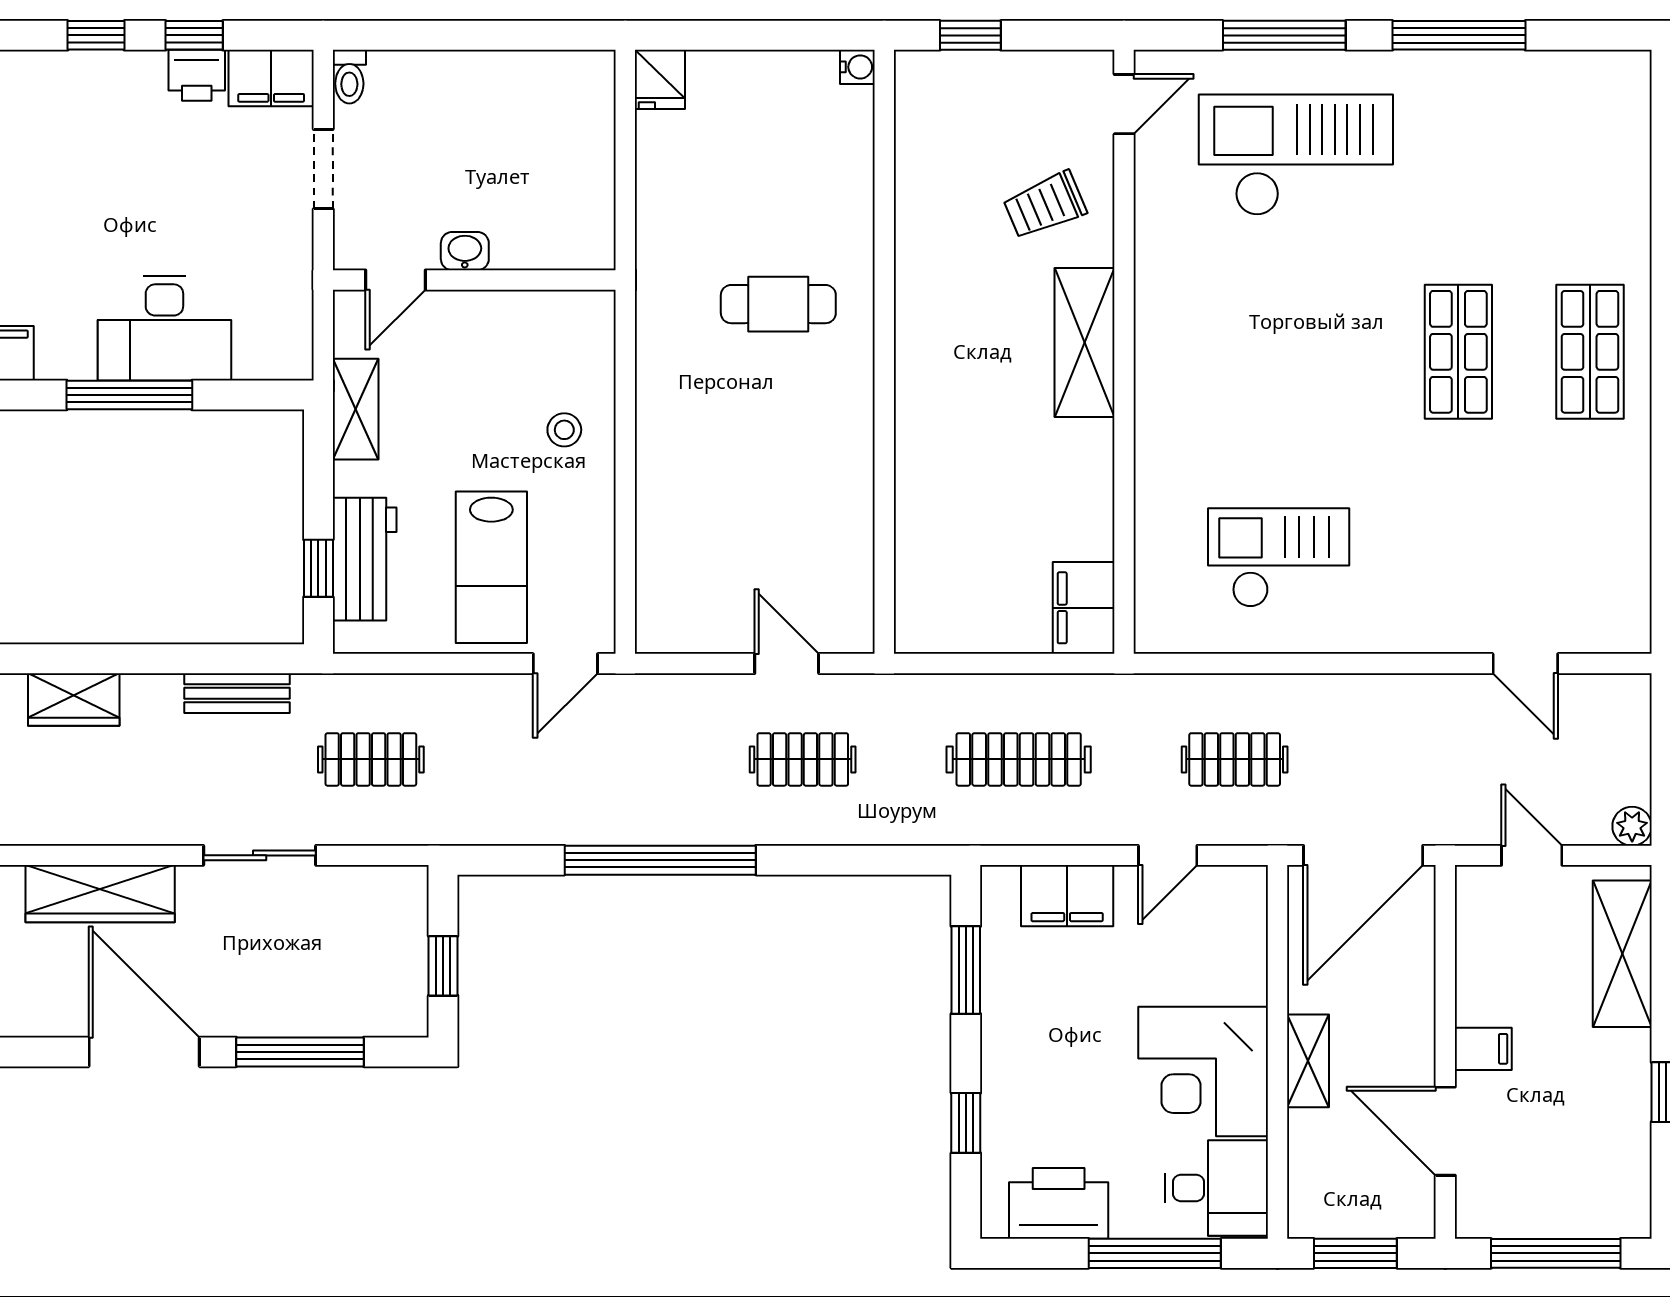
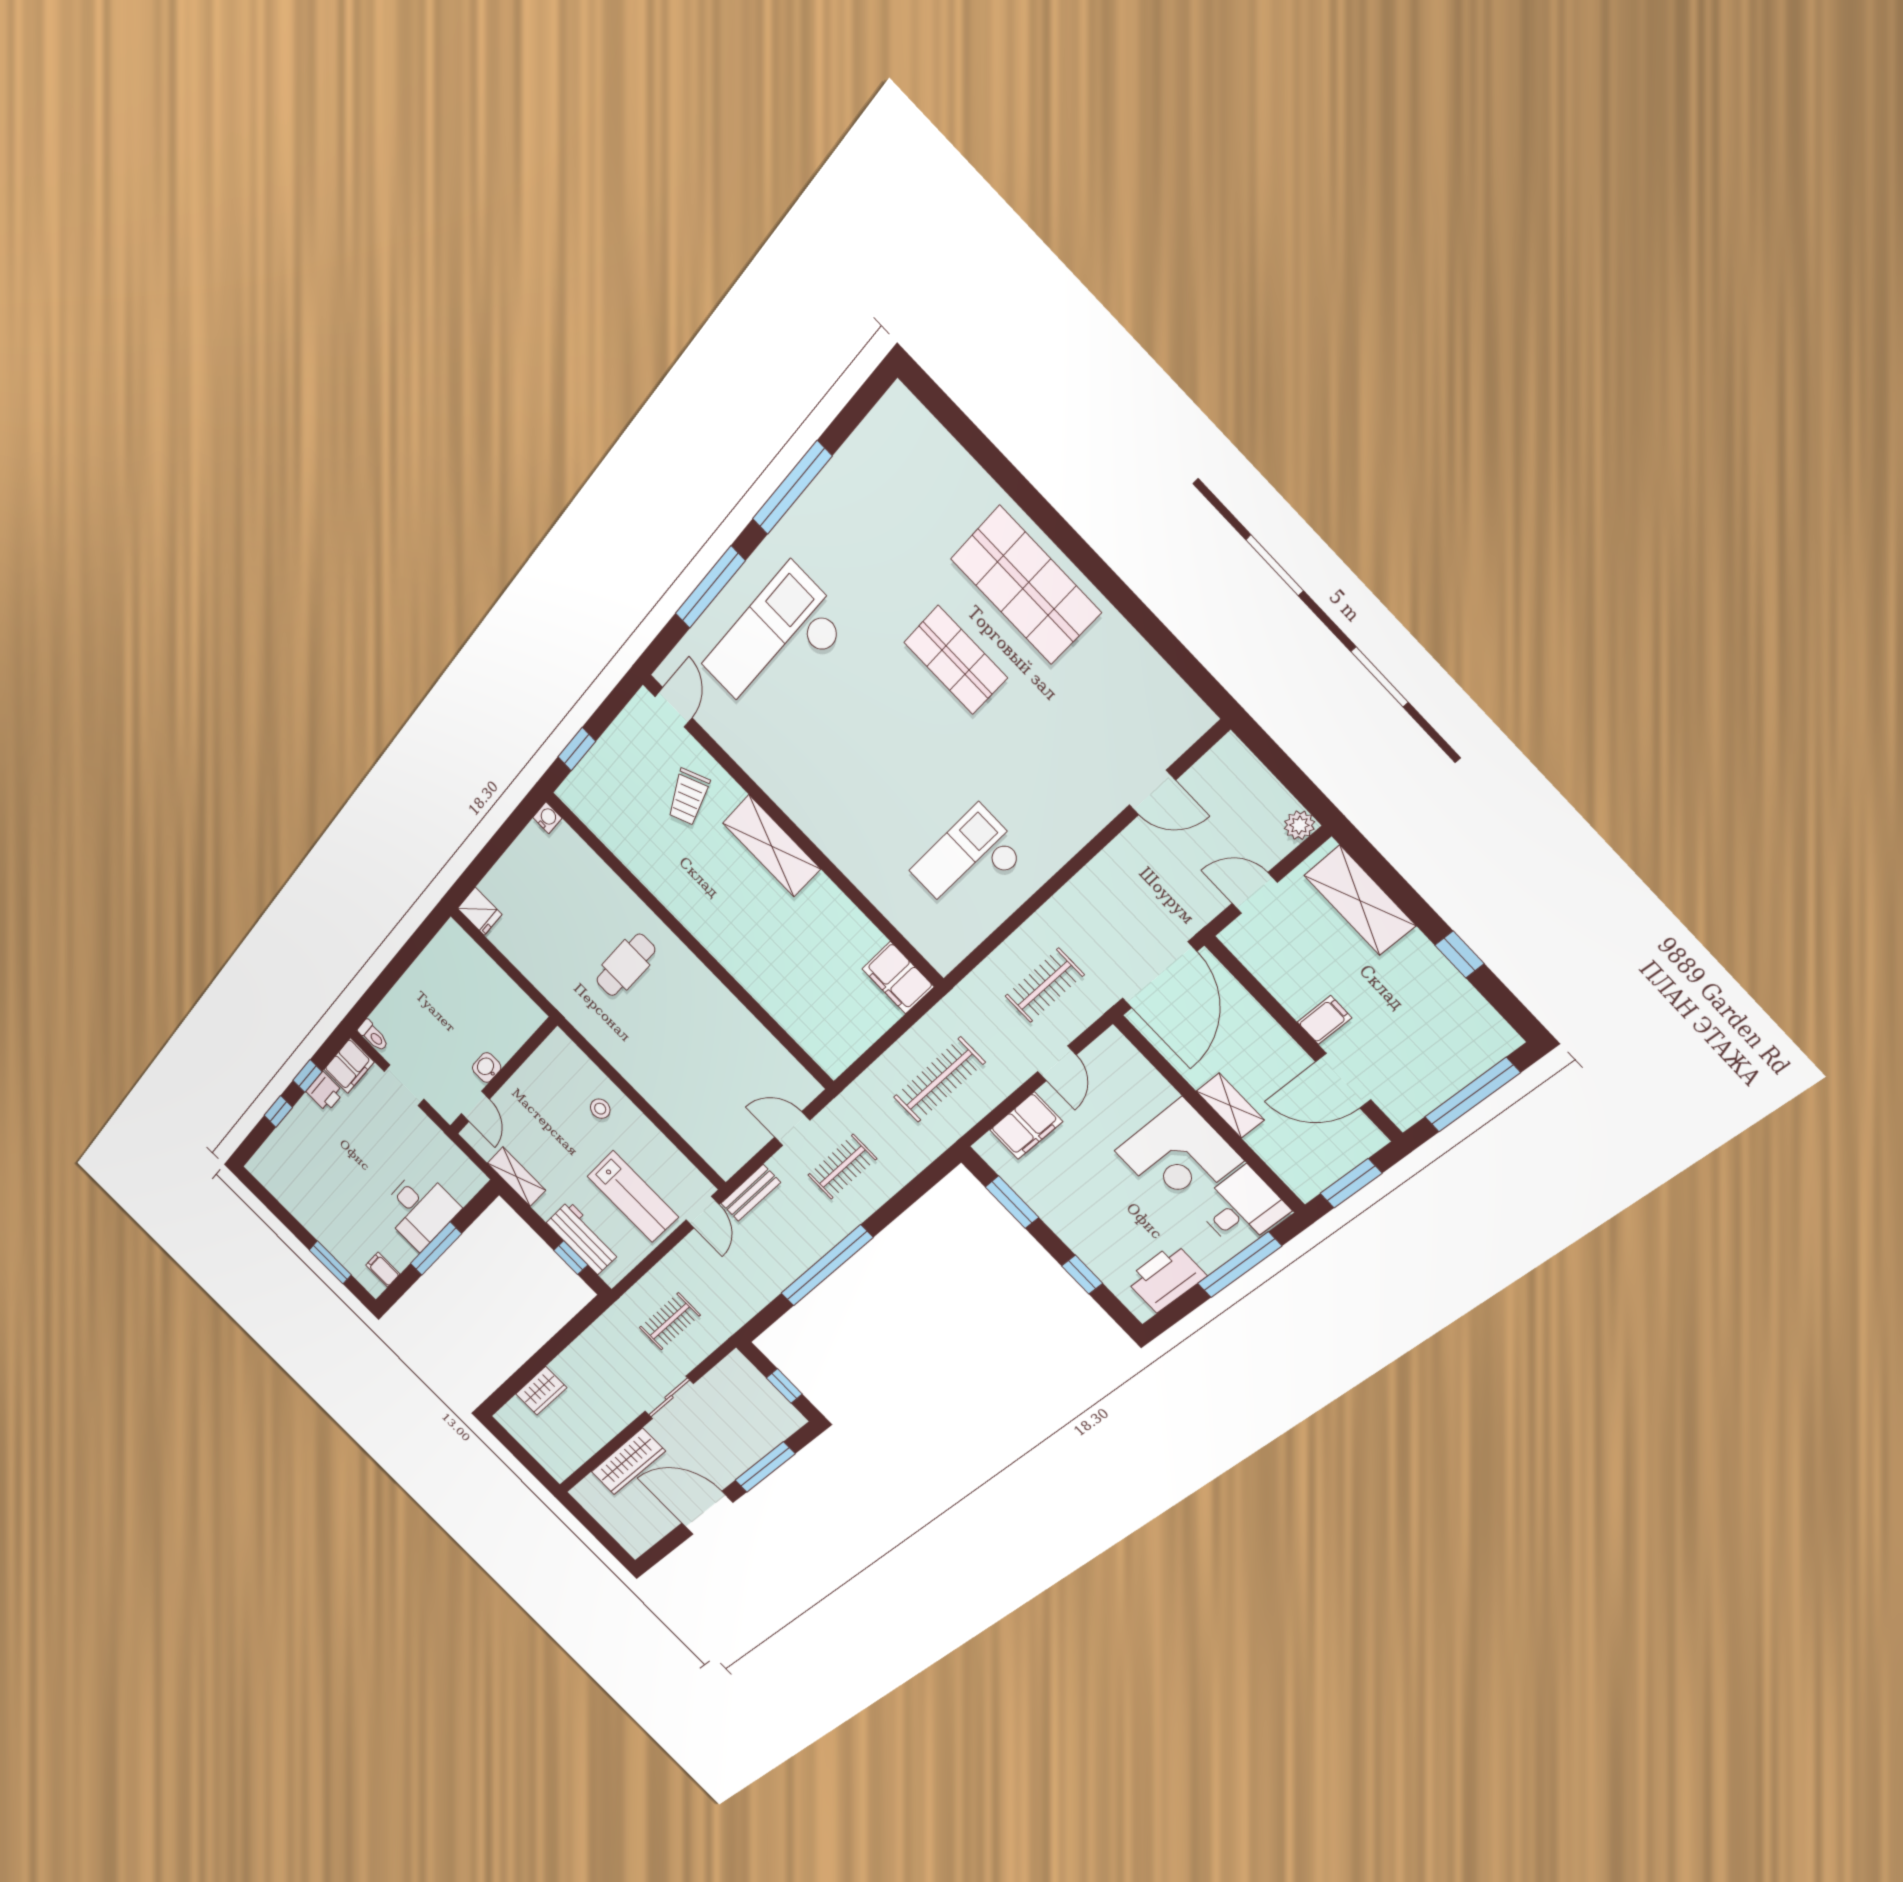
shop shelf: (1590, 352) -> (1026, 585), width x1.43, depth x1.36
bench: (237, 693) -> (751, 1193), moved

